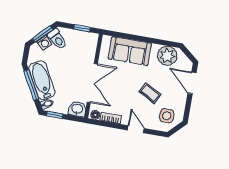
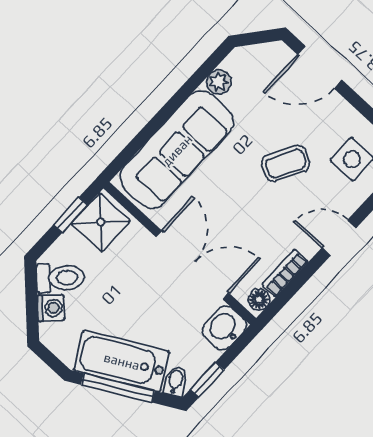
window: (43, 34) -> (32, 300), removed
shower: (86, 41) -> (101, 222), added
sofa: (130, 51) -> (177, 150), width x1.36
plant: (167, 56) -> (219, 82), width x0.53, depth x0.53

